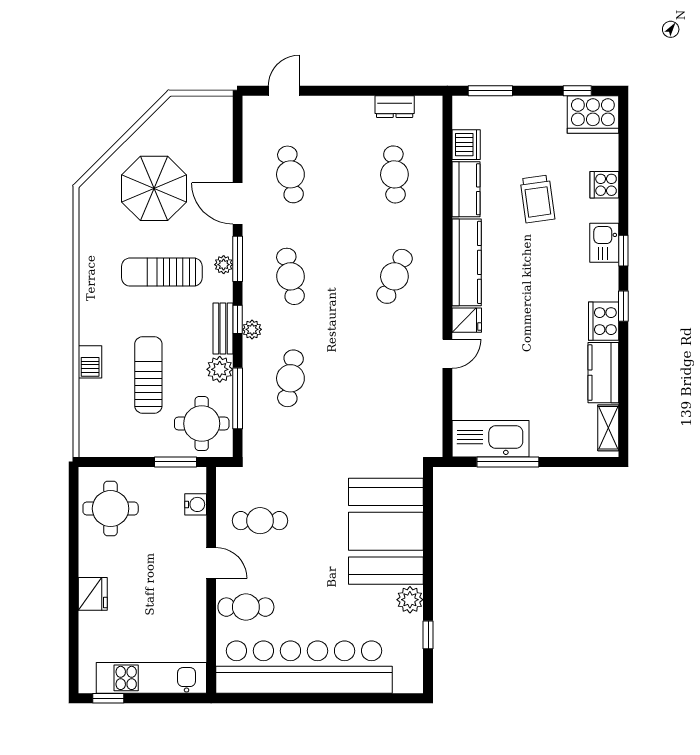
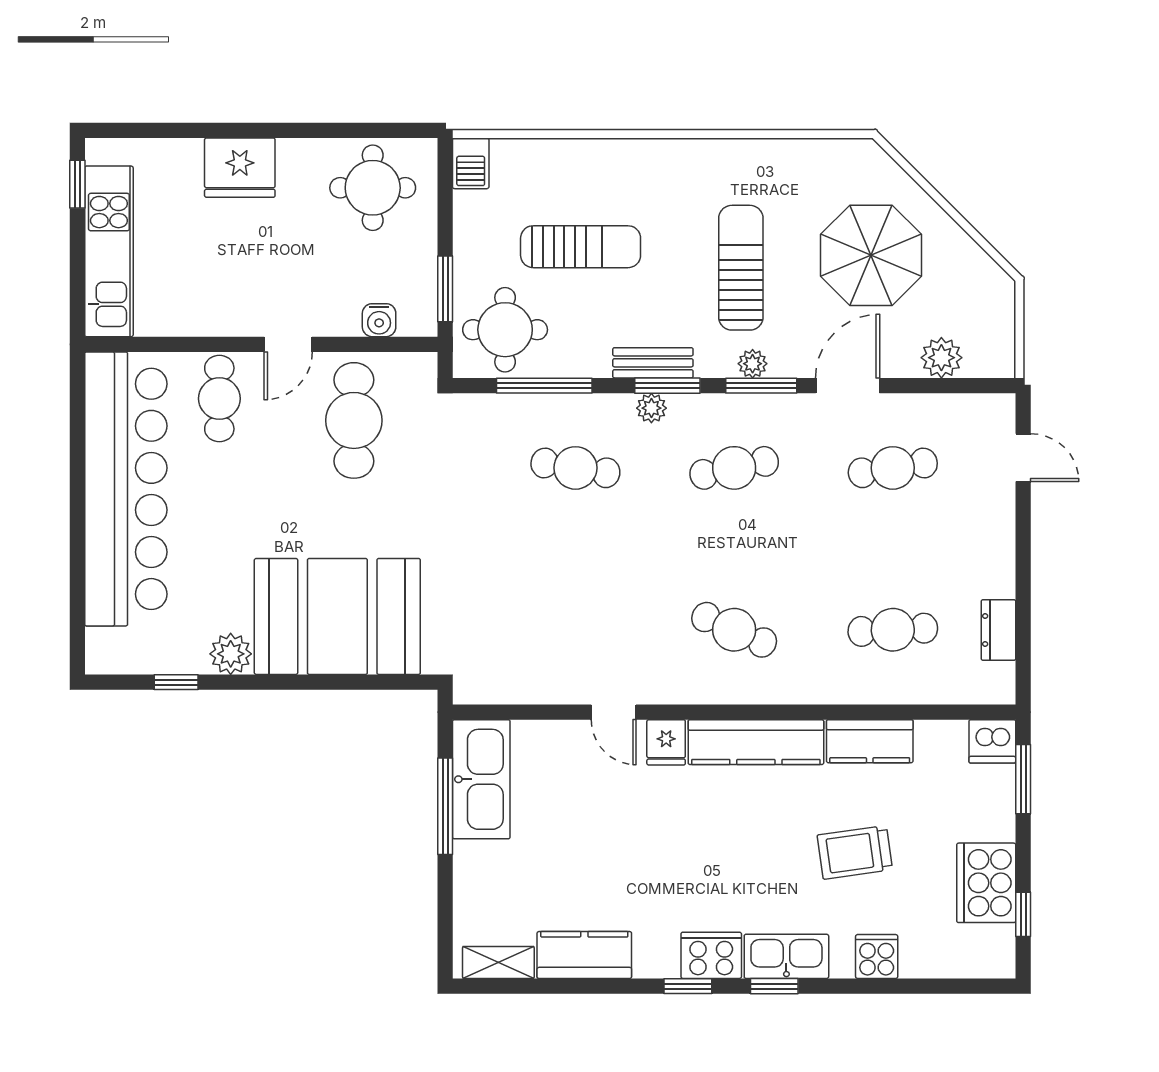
cooker: (593, 114) -> (986, 883), moved
dishwasher: (466, 145) -> (992, 741), moved
kitchen sink: (604, 243) -> (786, 956), width x1.38
window: (238, 319) -> (667, 386), width x1.50
cooker: (604, 321) -> (711, 955), moved
barbecue: (90, 362) -> (471, 163), moved, turned -90
plant: (220, 369) -> (941, 358), moved
cafe table: (260, 521) -> (354, 420), width x1.37, depth x1.35
fridge: (93, 594) -> (240, 168), width x1.36, depth x1.34

